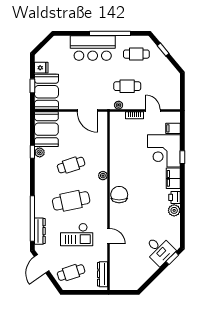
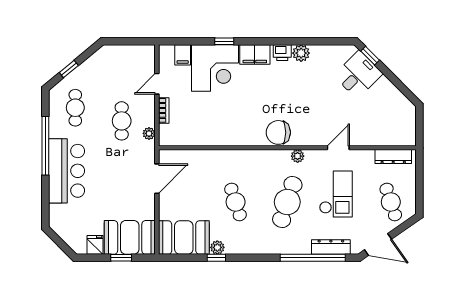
plant: (103, 176) -> (298, 156), moved
cafe table: (71, 201) -> (287, 202), turned 30

